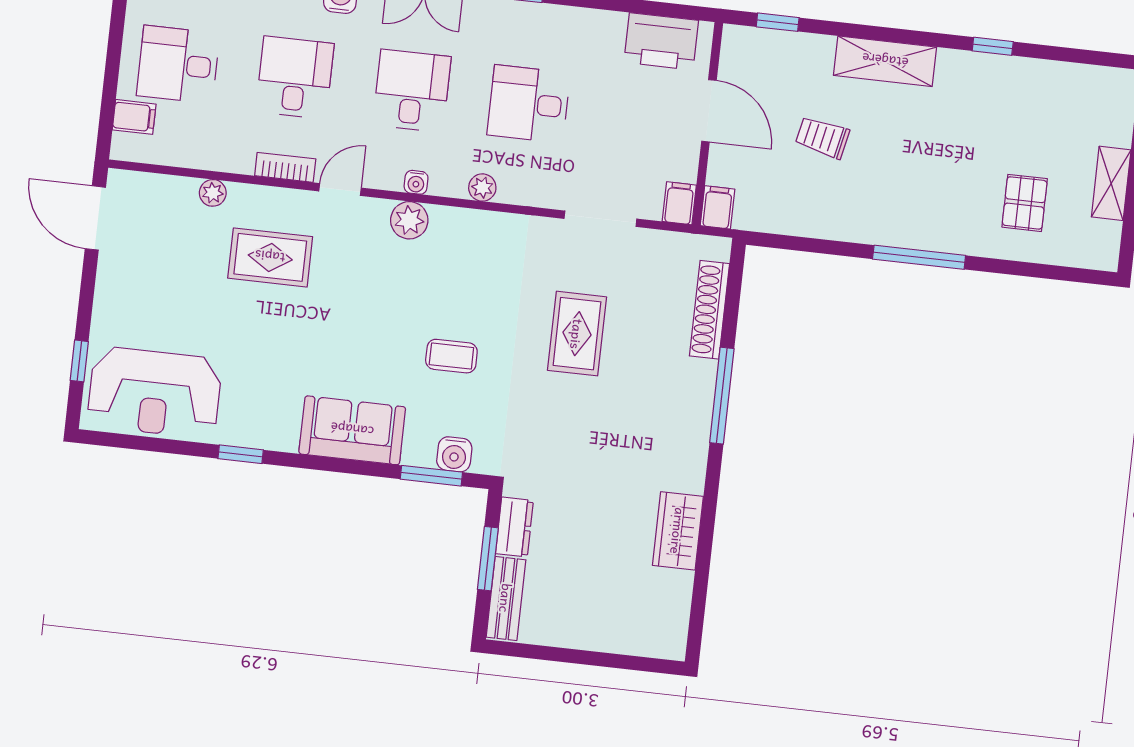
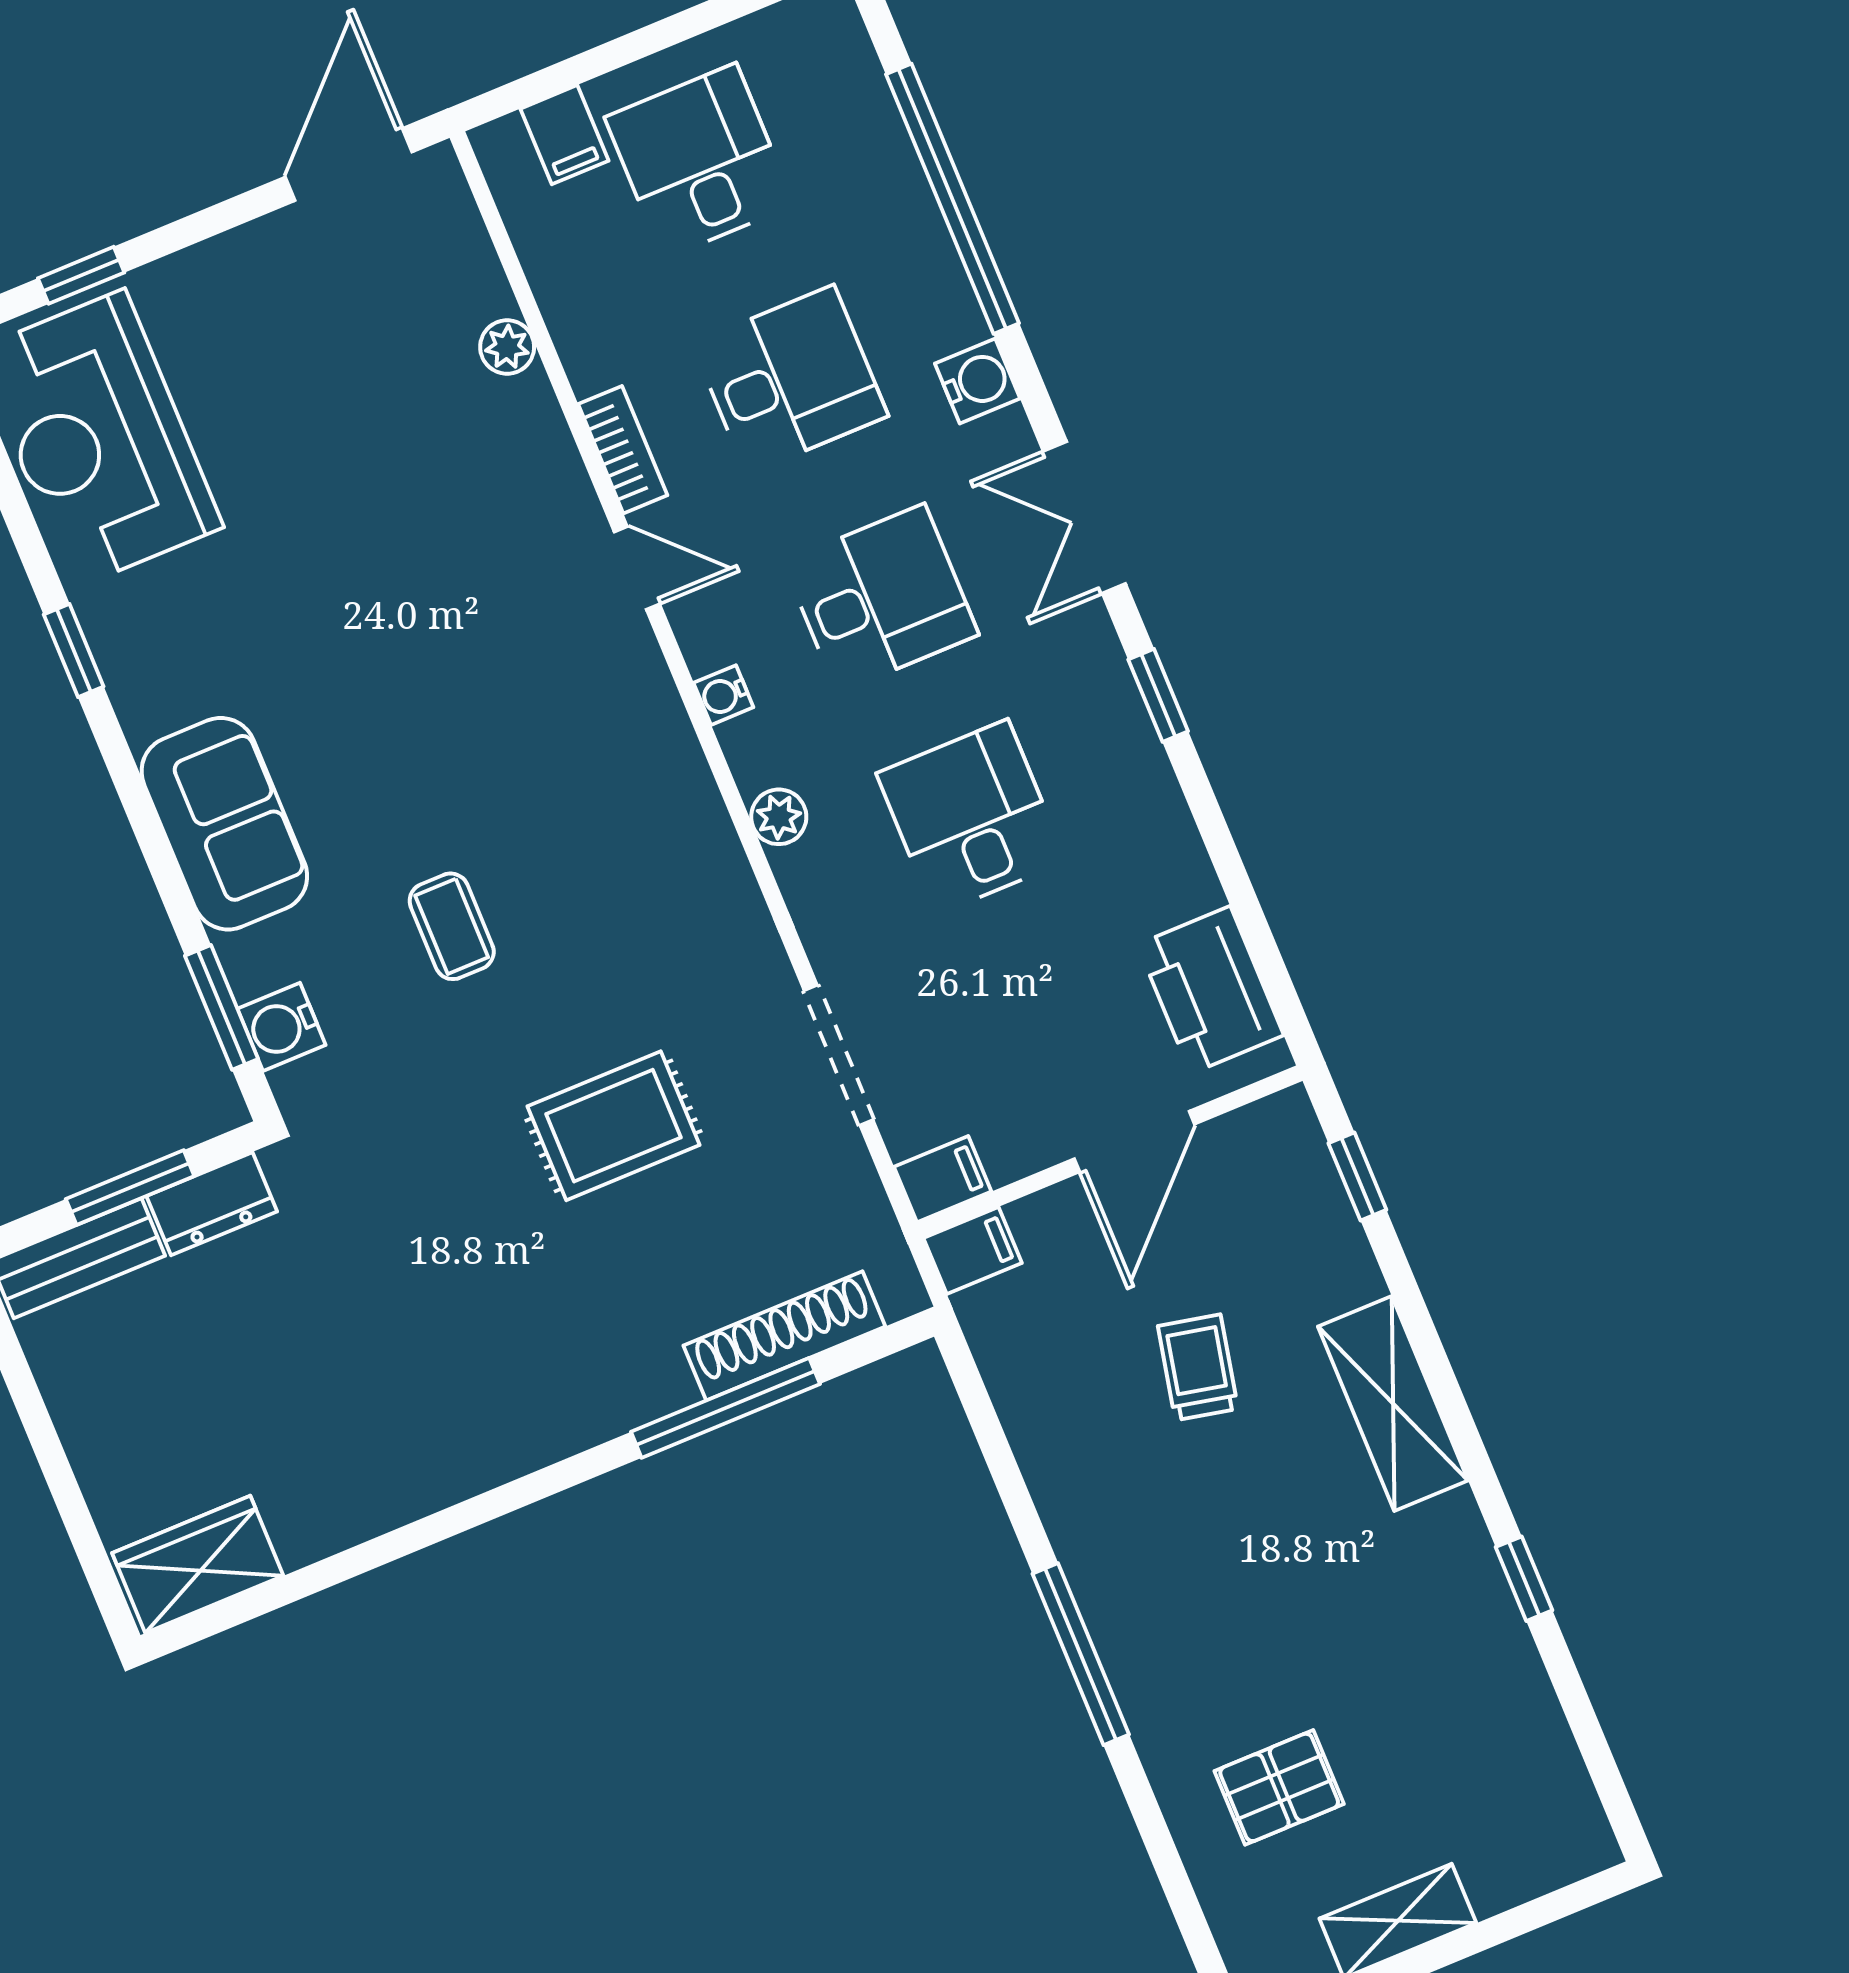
plant: (409, 220) -> (650, 720), removed
rug: (270, 257) -> (449, 511), removed
window: (722, 396) -> (725, 1408), moved
wardrobe: (678, 531) -> (198, 1564), moved

